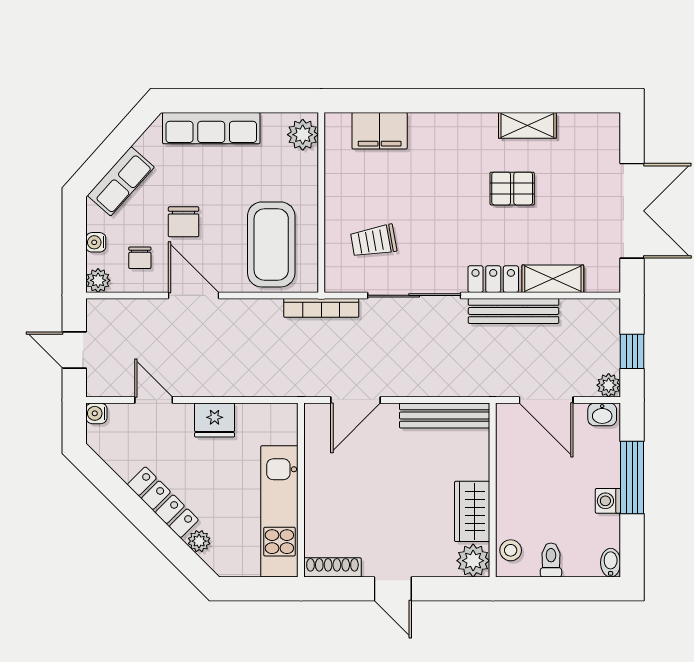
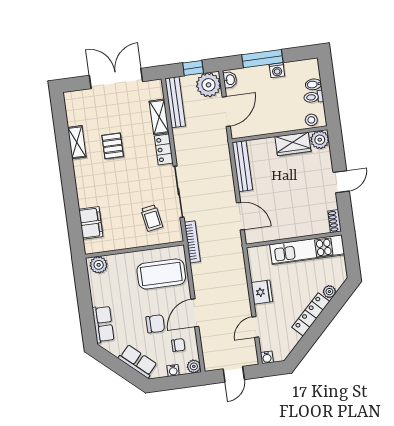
row of seats: (211, 128) -> (103, 324), width x0.68
bench: (514, 311) -> (175, 102), moved
plant: (609, 385) -> (209, 85), width x1.87, depth x1.87
bidet: (611, 563) -> (313, 84), moved
shoe rack: (332, 567) -> (335, 221), width x0.70

